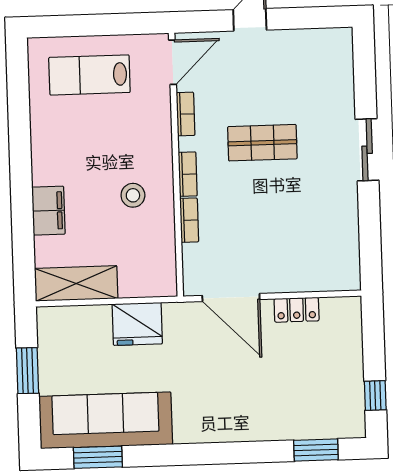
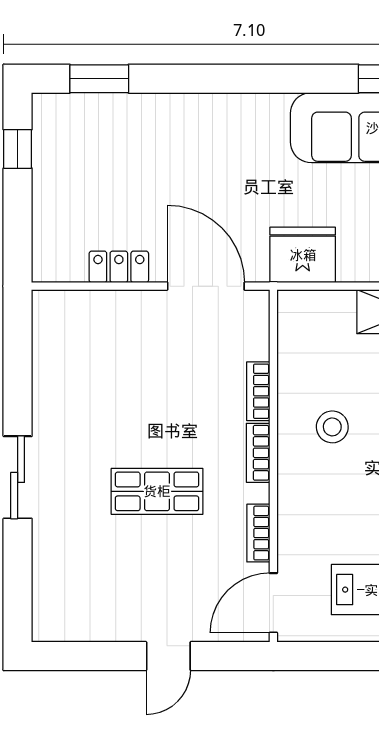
fridge: (137, 324) -> (303, 255), moved

